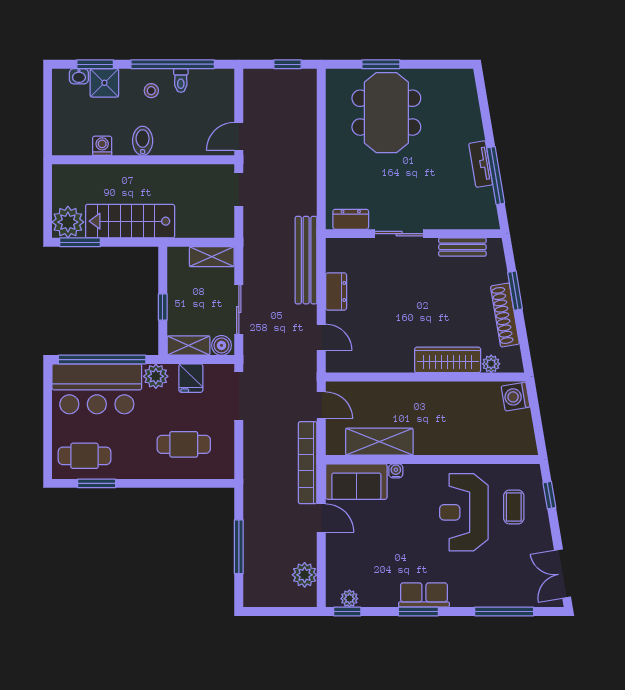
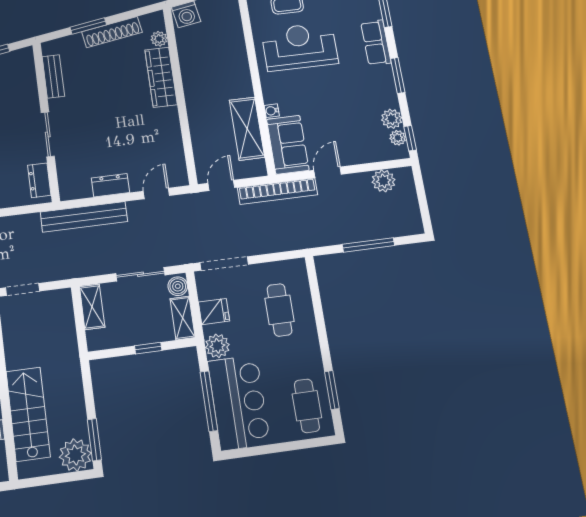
stairs: (130, 221) -> (28, 414), moved, turned 180
window: (102, 360) -> (209, 401), width x0.68
reception desk: (464, 512) -> (300, 47), turned 180
row of seats: (424, 595) -> (376, 43), moved
plant: (371, 596) -> (392, 119), added

